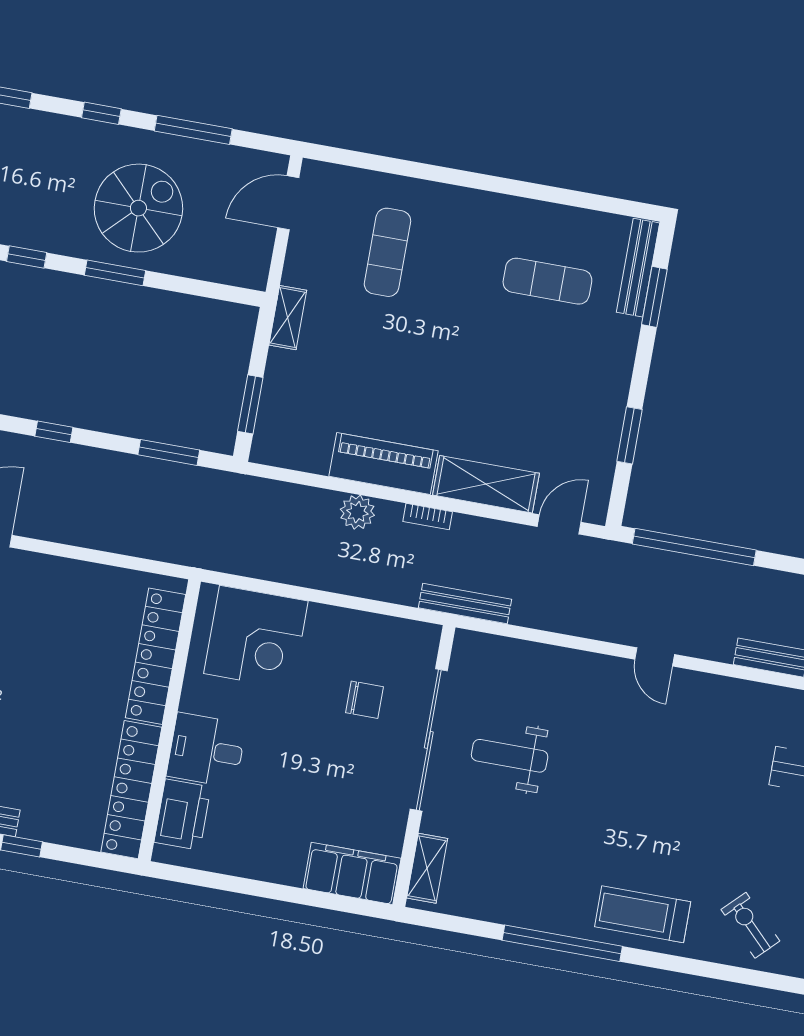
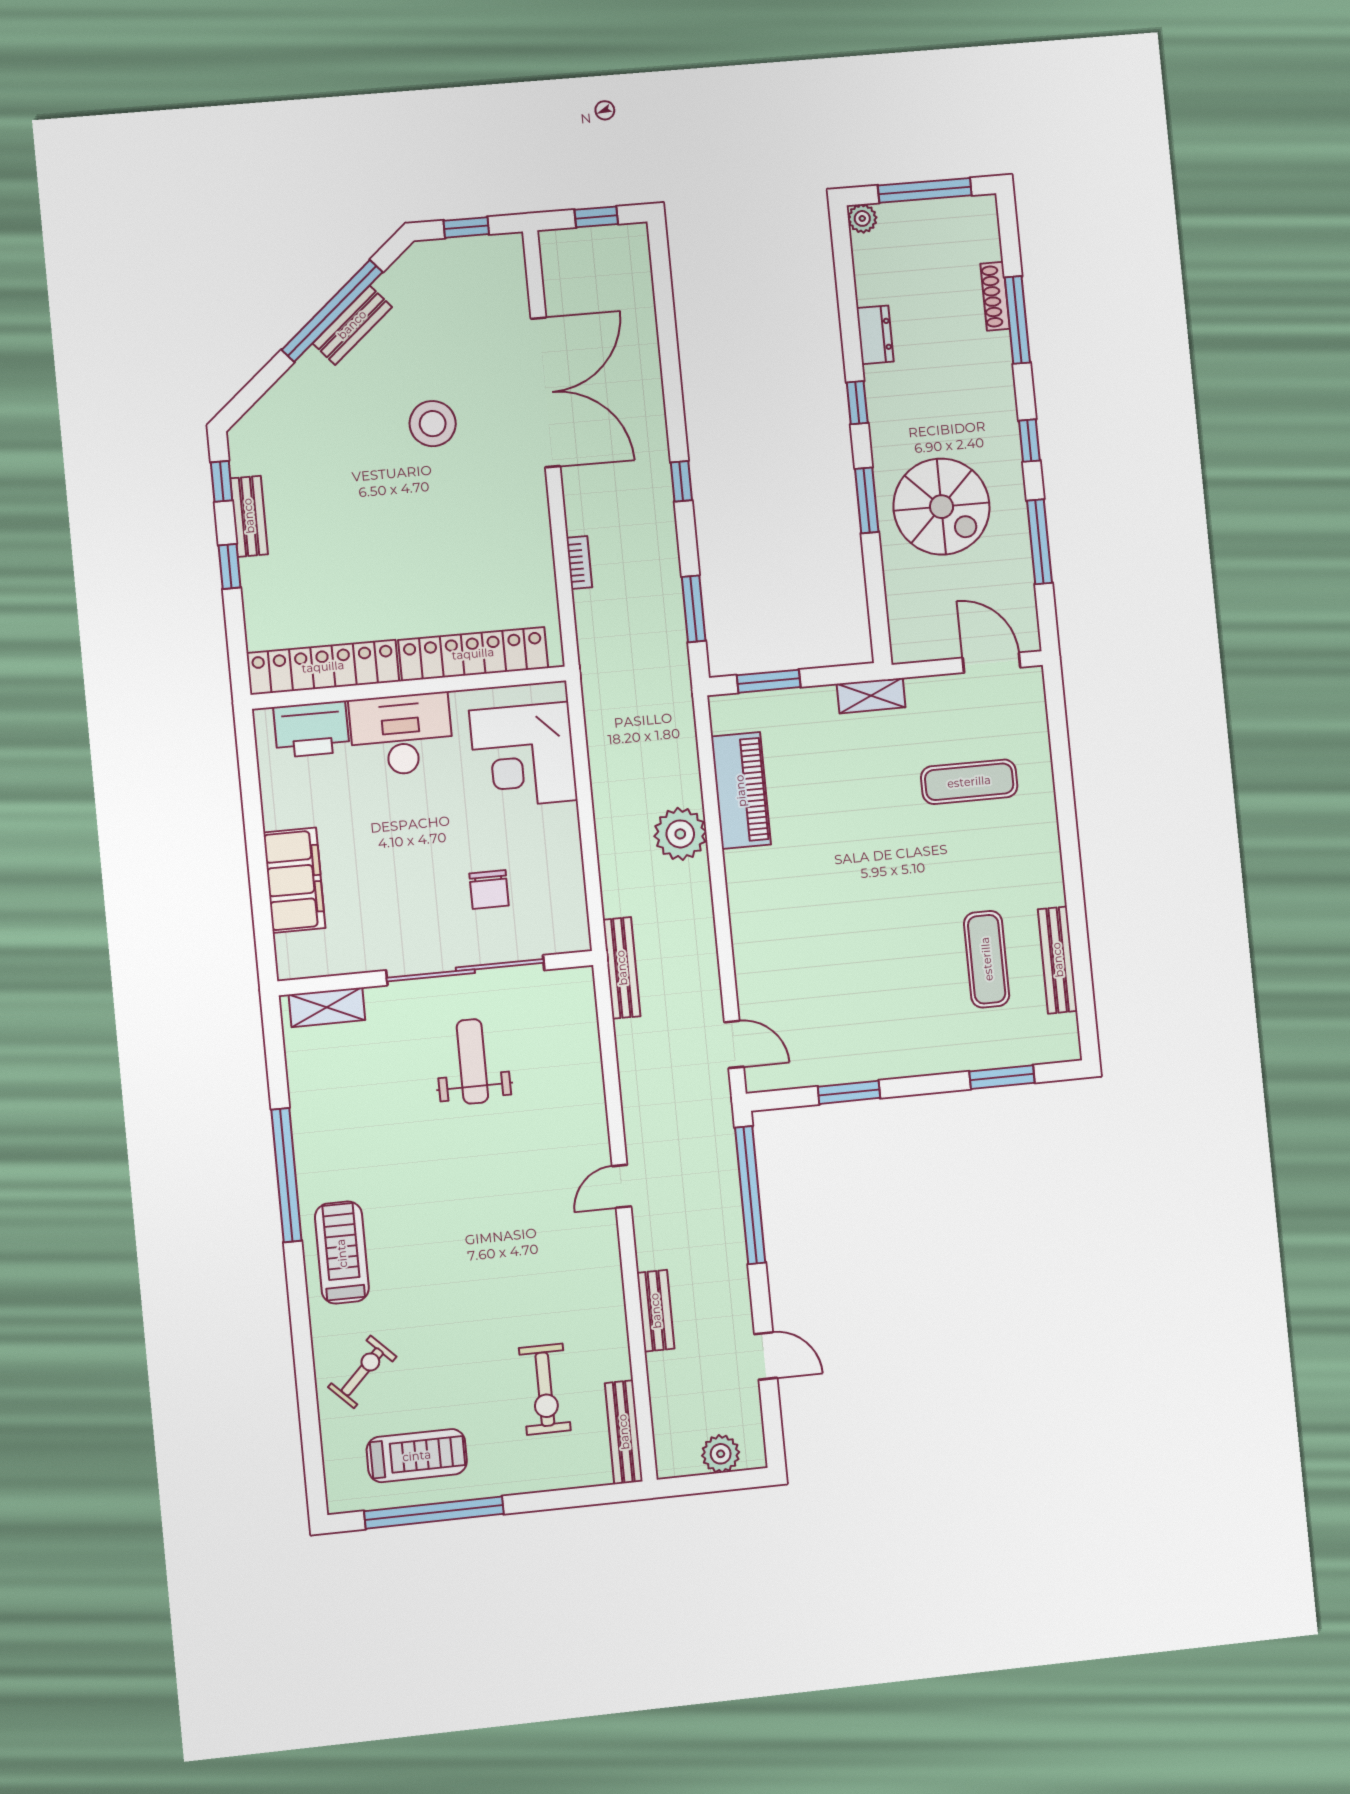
bench: (638, 268) -> (1058, 960), moved, turned 90
piano: (384, 464) -> (741, 791), moved
shelving: (486, 484) -> (755, 955), removed
plant: (357, 512) -> (680, 834), width x1.36, depth x1.36
bookcase: (428, 517) -> (579, 563), moved, turned 180
desk: (206, 750) -> (401, 735), width x1.37
filing cabinet: (352, 873) -> (294, 880), moved

